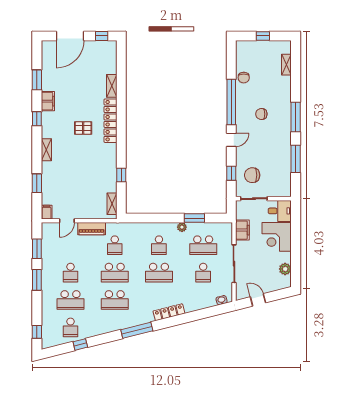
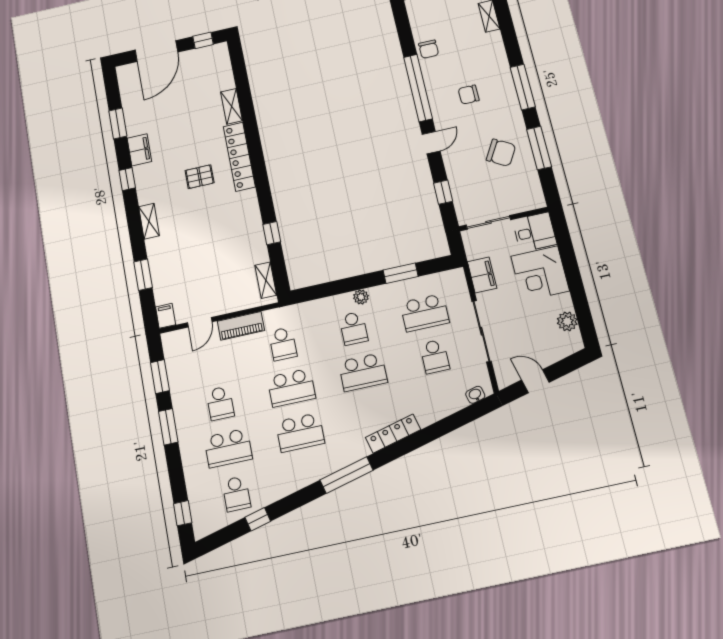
chair: (252, 175) -> (501, 153), moved, turned -150
plant: (182, 227) -> (361, 297), moved

